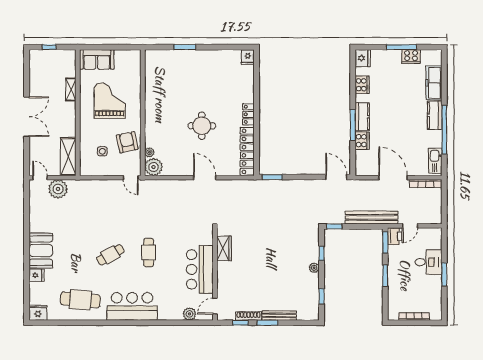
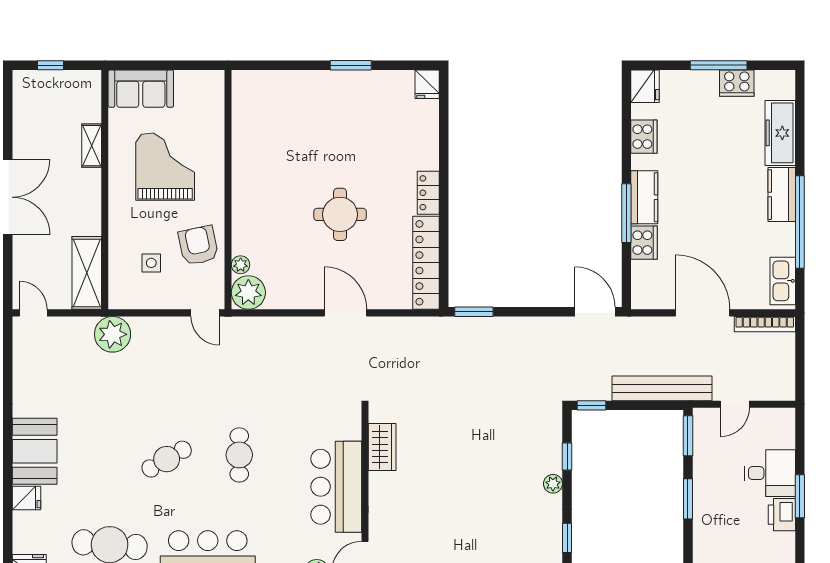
window: (185, 47) -> (351, 65), moved
plant: (58, 189) -> (113, 334), moved
printer: (395, 236) -> (782, 515), moved, turned 180

